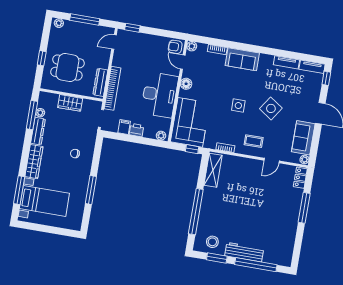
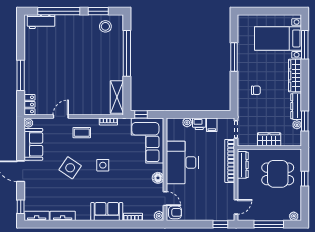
window: (32, 115) -> (305, 121), width x0.69
plant: (161, 136) -> (187, 122), moved
workbench: (244, 252) -> (41, 22), moved, width x0.73

